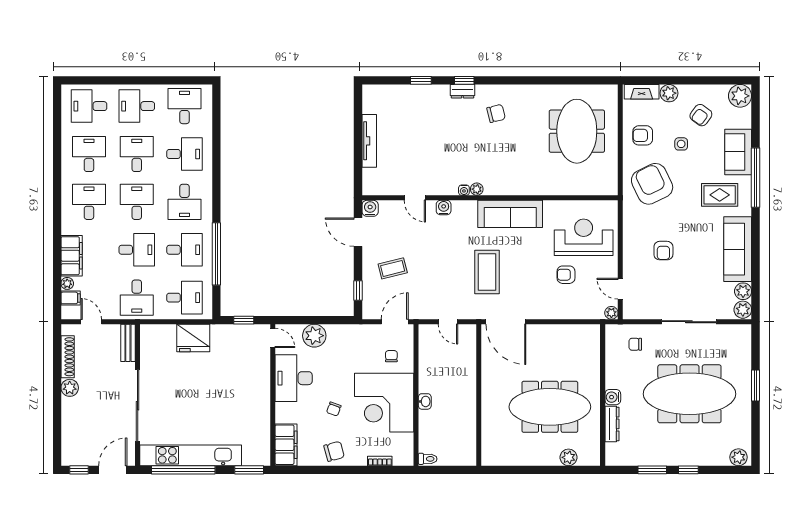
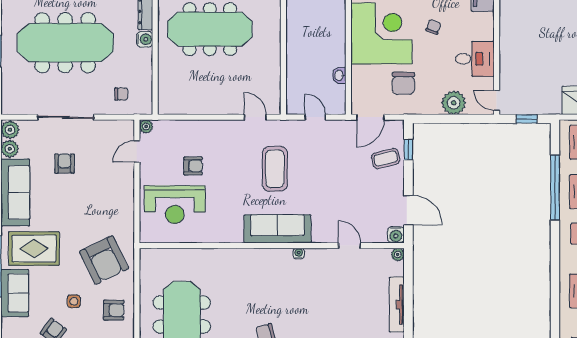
plant: (477, 189) -> (398, 254), moved
rug: (720, 195) -> (34, 249), width x1.36, depth x1.43
water cooler: (444, 208) -> (320, 235), removed
sofa: (510, 214) -> (277, 229), moved
armchair: (663, 251) -> (65, 164), moved
coffee table: (393, 268) -> (386, 158), moved
door: (620, 289) -> (137, 152), swing flipped
door: (506, 322) -> (255, 117), width x0.53
chair: (391, 356) -> (403, 83), moved, width x1.87, depth x1.87
desk: (294, 378) -> (475, 59), width x0.73
washbasin: (425, 401) -> (339, 75), moved

